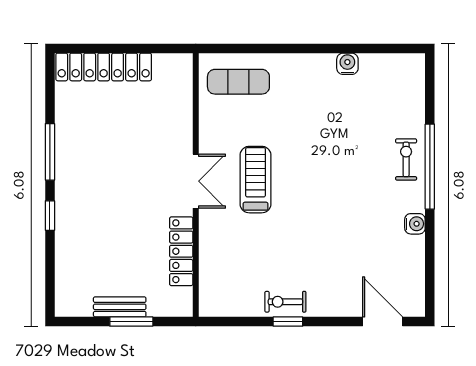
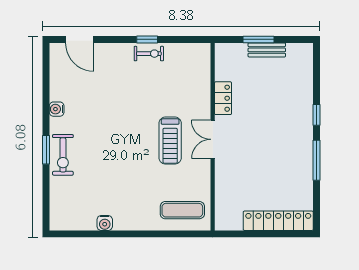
exercise bike: (406, 159) -> (63, 155), width x1.38, depth x1.39
window: (430, 167) -> (46, 150), width x0.47
locker: (181, 251) -> (223, 98), width x0.66

